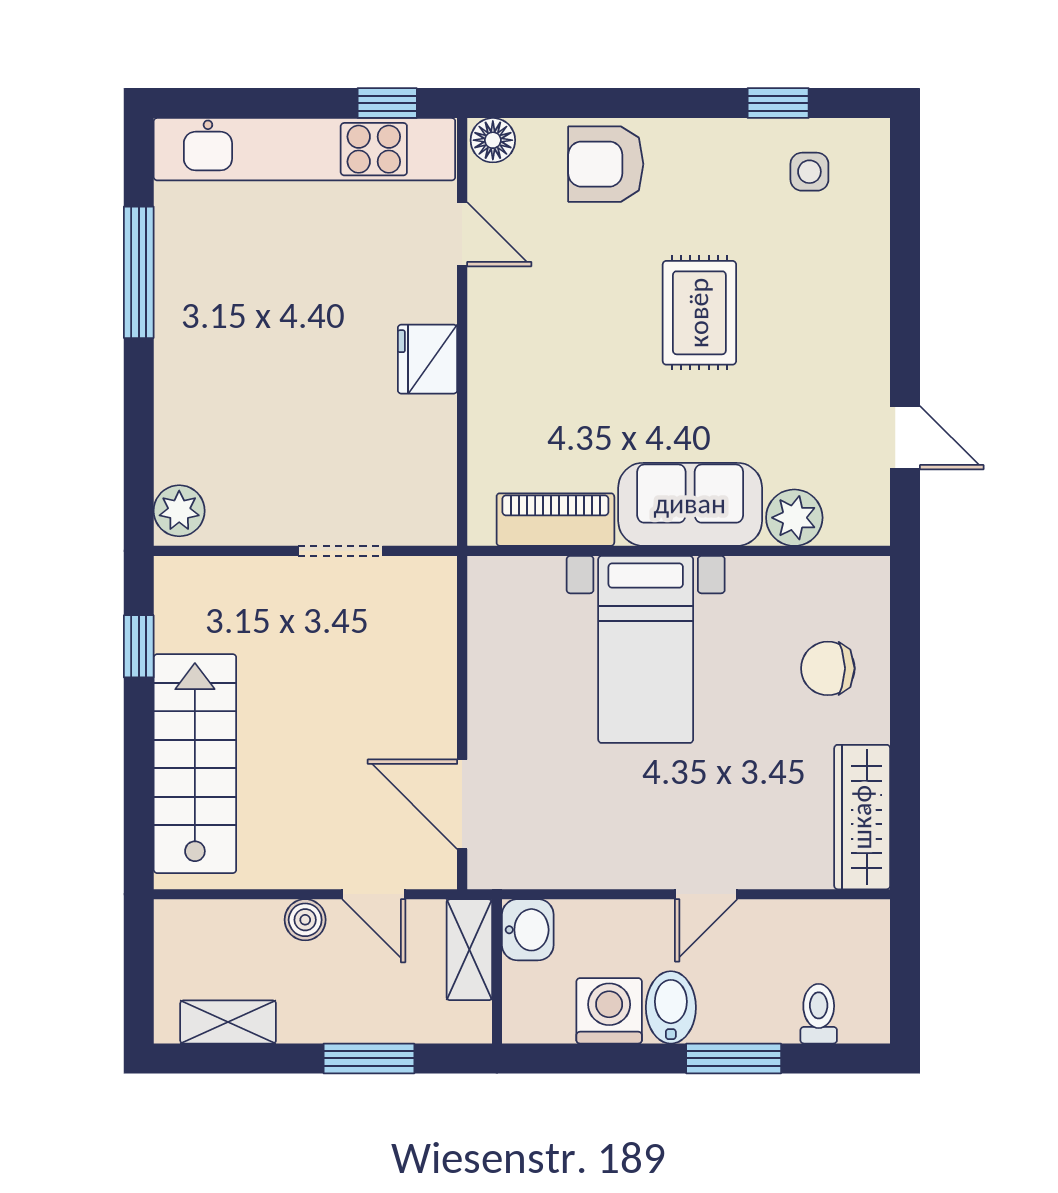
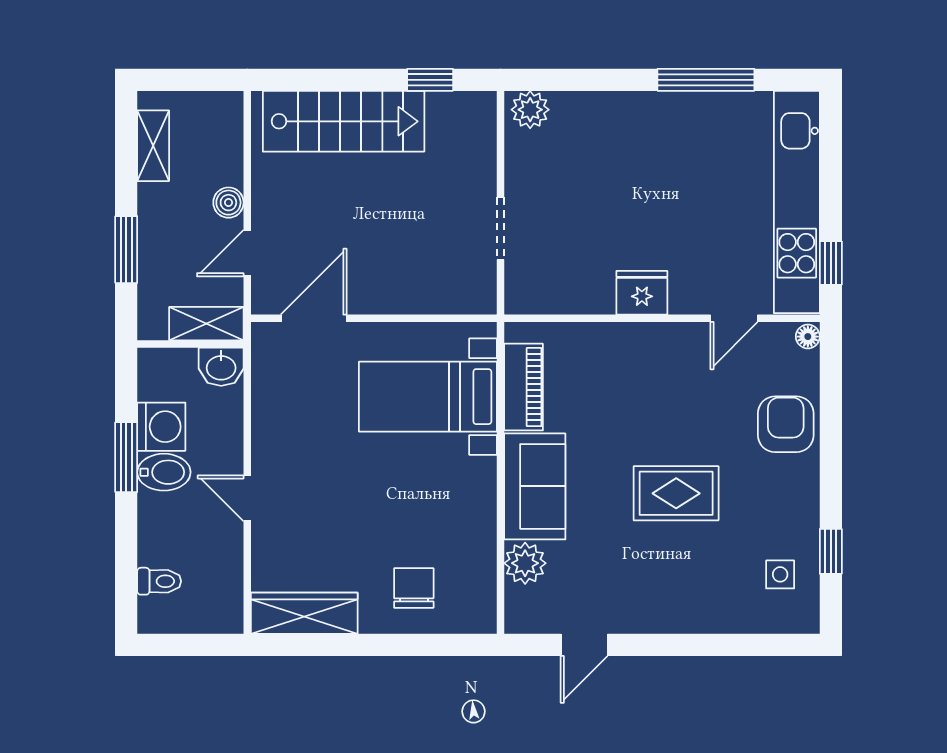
floor lamp: (493, 140) -> (808, 337), width x0.73, depth x0.73
bed with nightstands: (646, 649) -> (428, 397), moved
window: (734, 1058) -> (126, 457), moved

